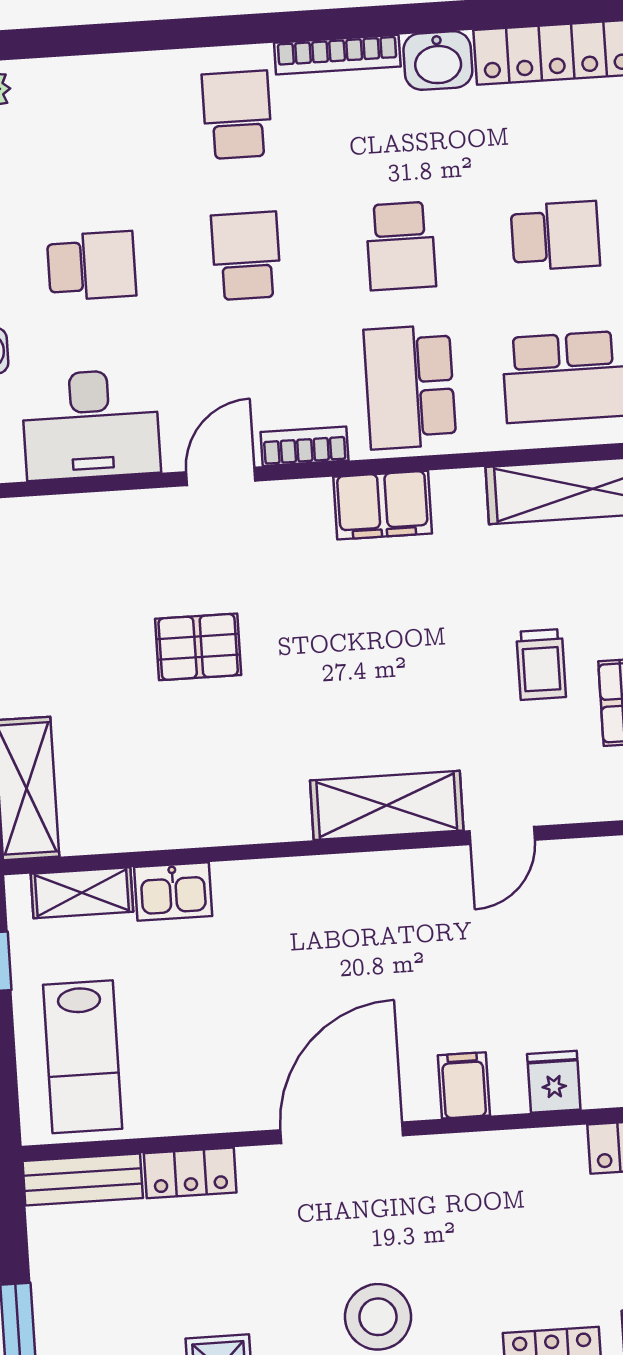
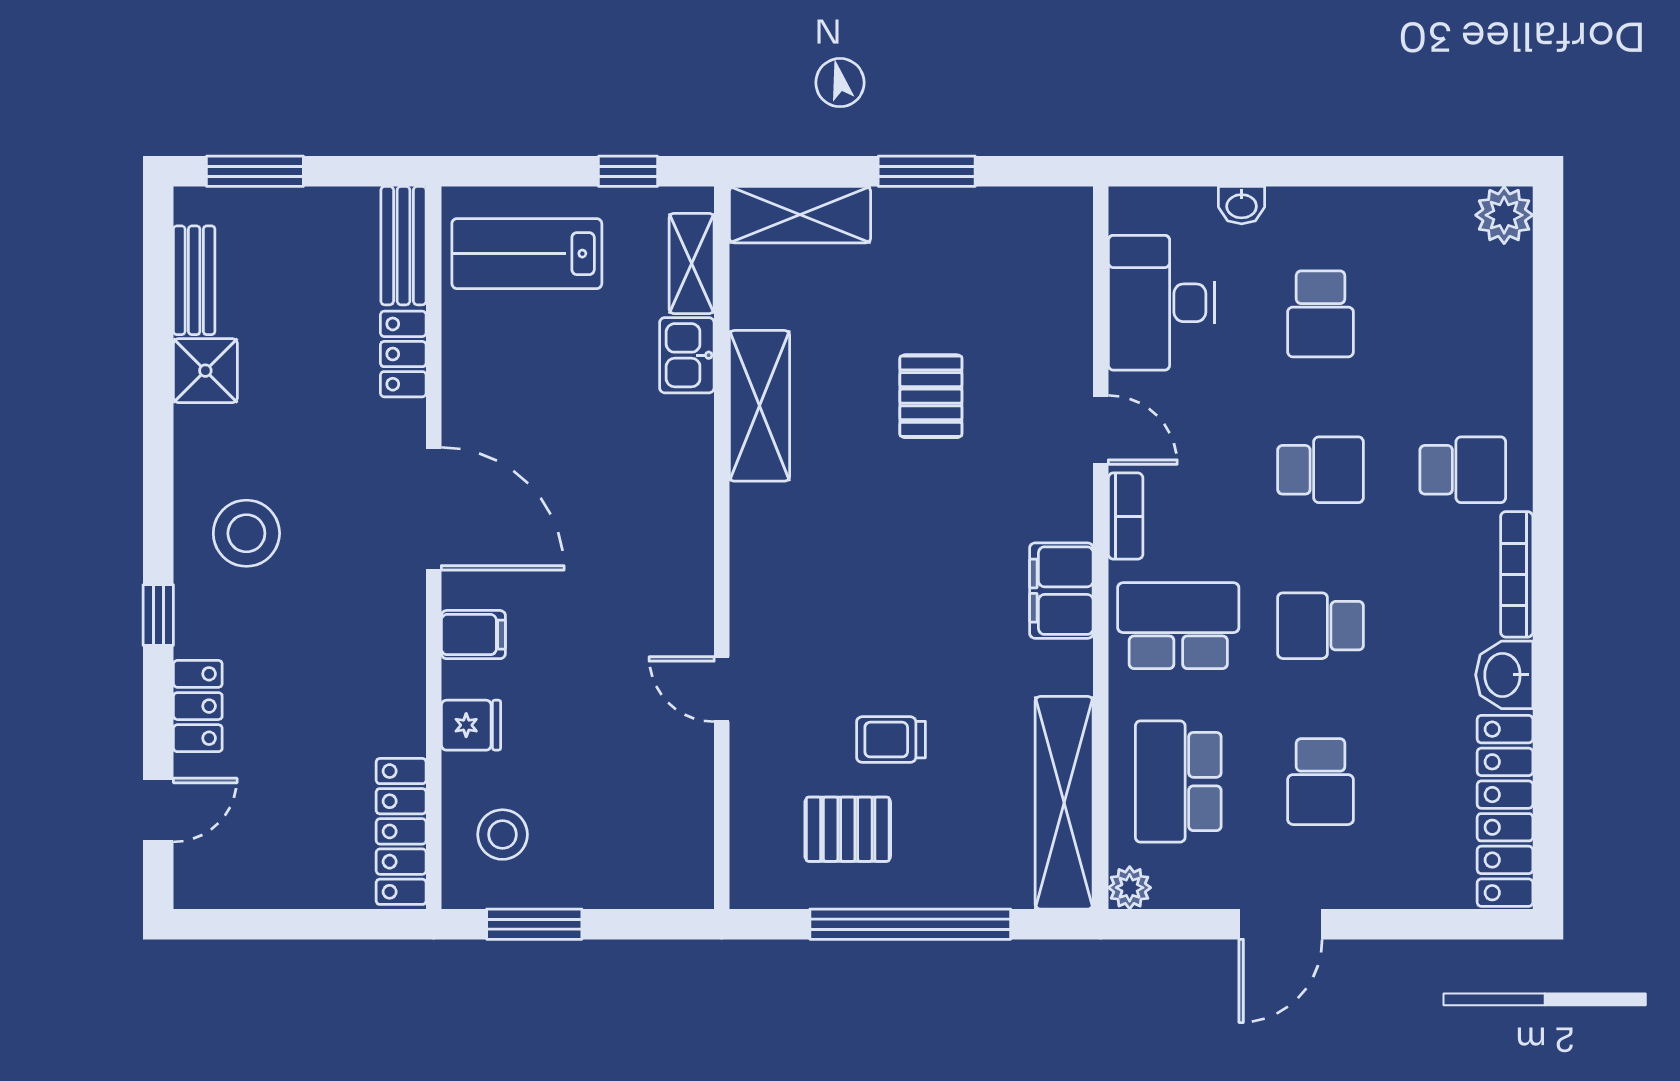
shelving: (387, 805) -> (759, 406), moved

